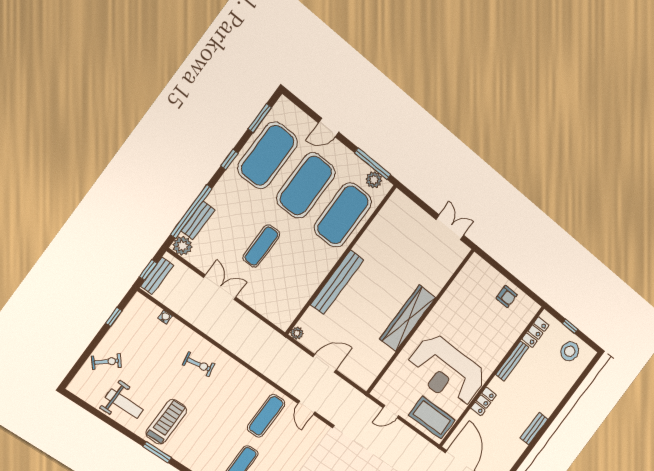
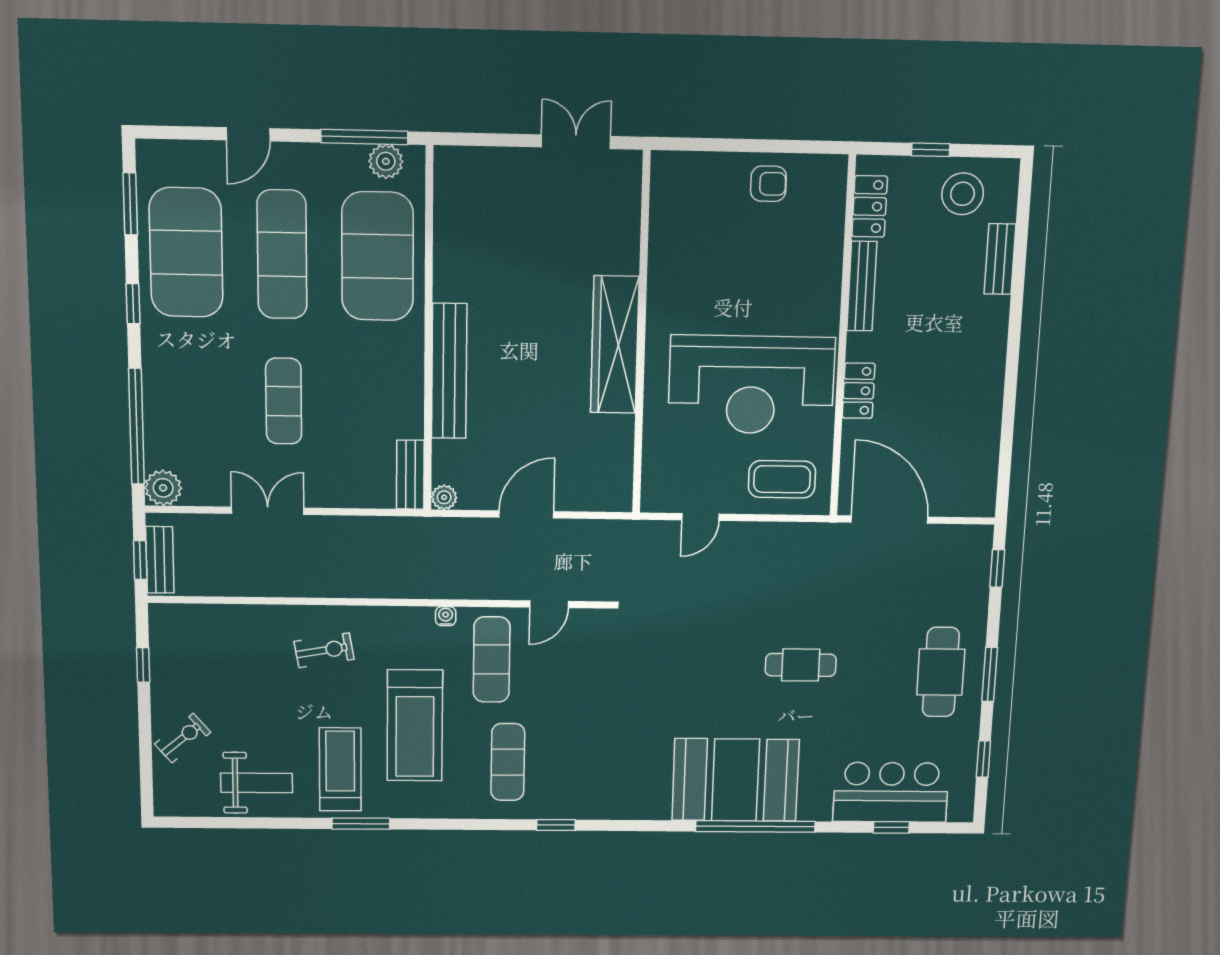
exercise mat: (306, 186) -> (282, 254), width x0.68
bench: (198, 220) -> (410, 475), moved
water cooler: (165, 317) -> (446, 616), moved
door: (306, 408) -> (549, 604), hinge flipped
coffee table: (432, 418) -> (782, 479), width x0.73, depth x0.76
treadmill: (213, 423) -> (415, 725), added
bench: (534, 429) -> (1000, 259), moved

